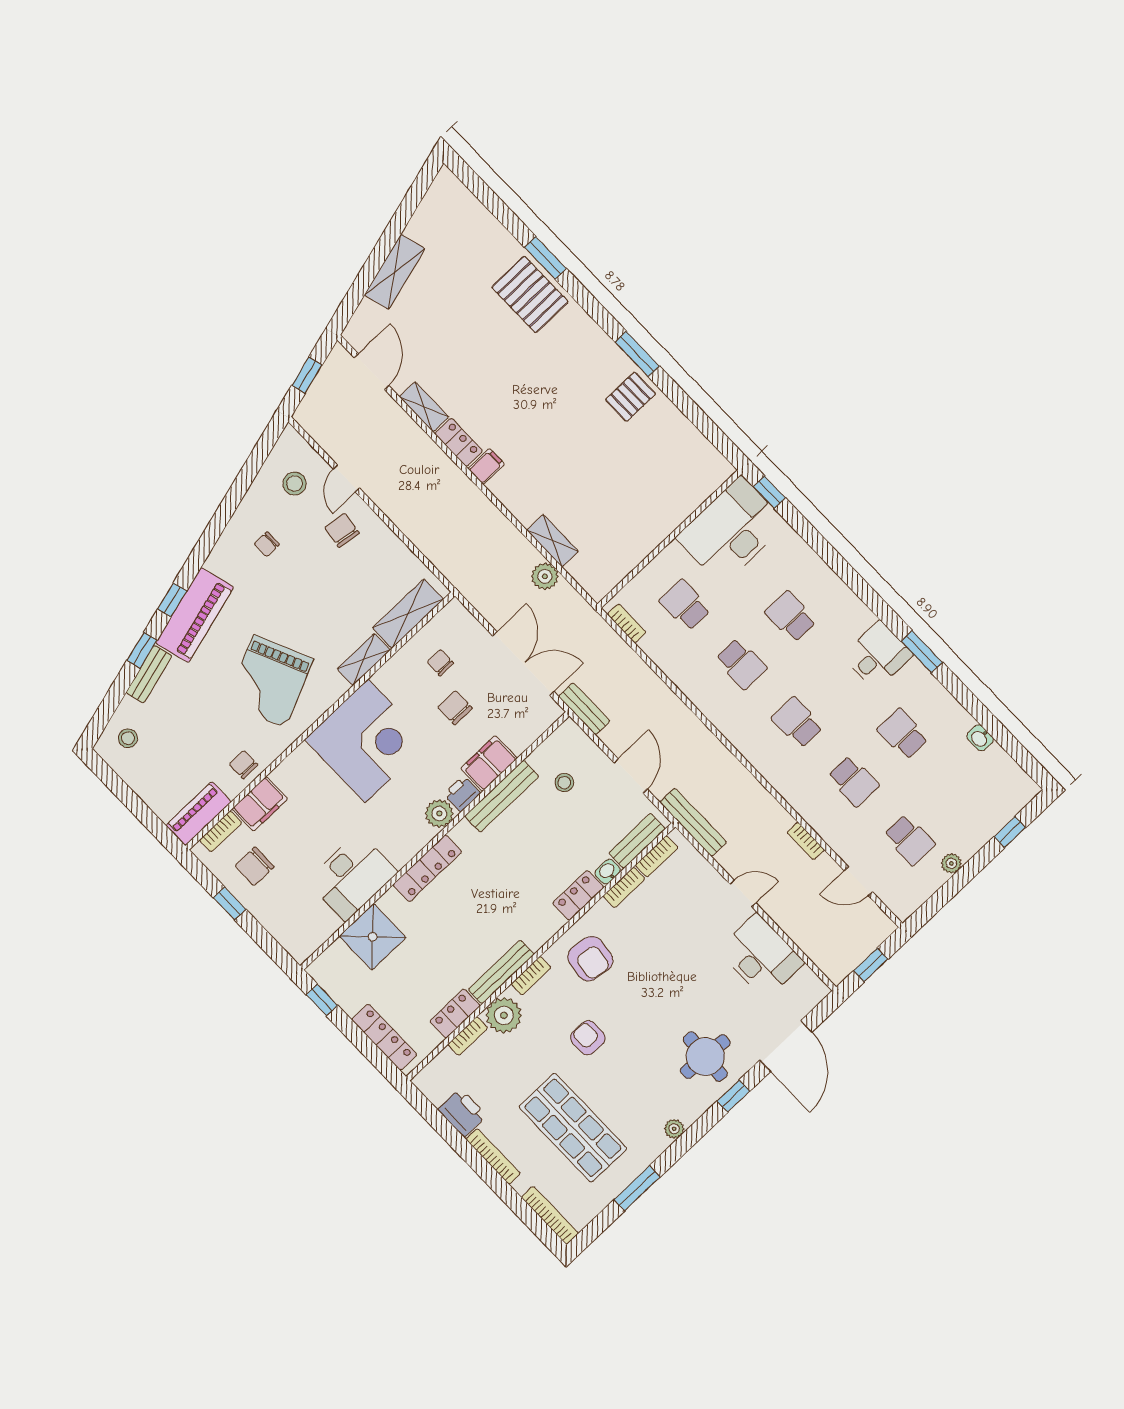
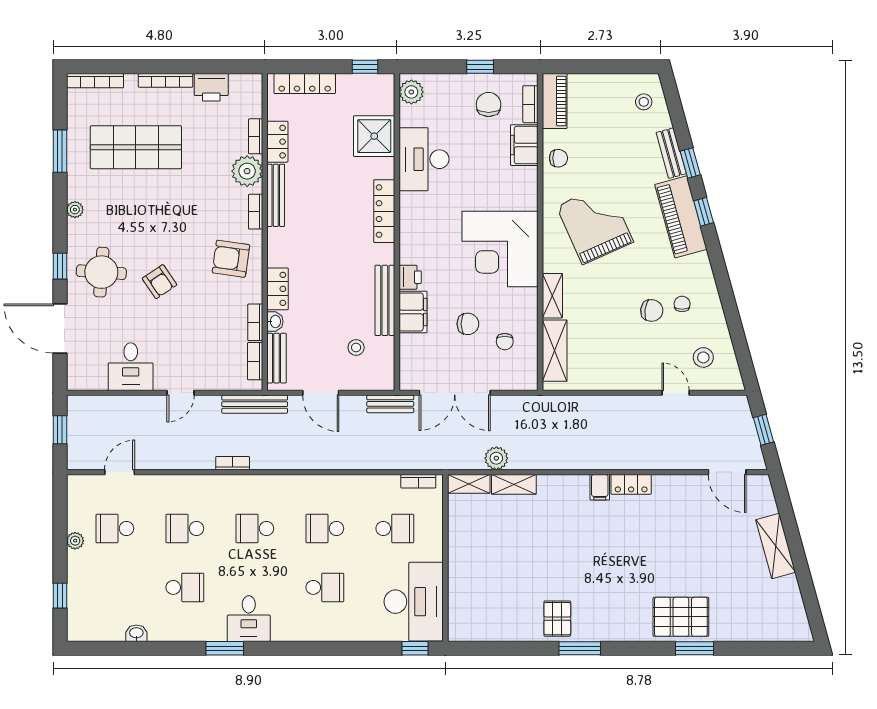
shelving: (424, 407) -> (469, 484), moved
chair: (342, 530) -> (652, 310), moved
chair: (440, 663) -> (505, 342), turned 90
school desk: (797, 722) -> (255, 528), turned 180
plant: (439, 814) -> (411, 92), moved
bookcase: (806, 841) -> (233, 463), moved
desk: (761, 956) -> (131, 367), width x0.73
armchair: (588, 1038) -> (159, 282), moved, turned 56

